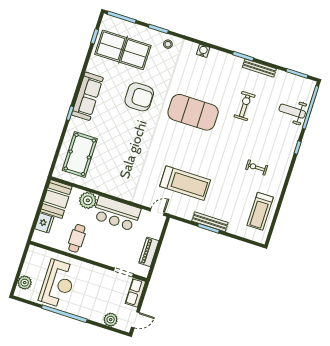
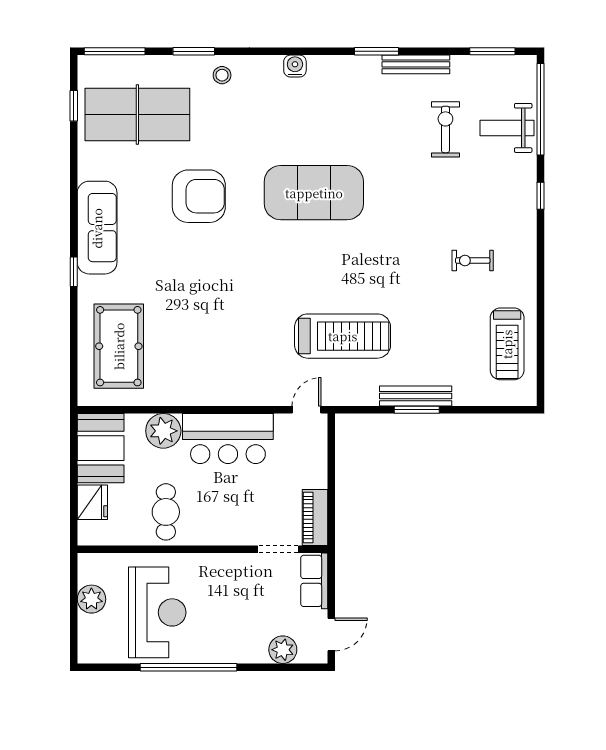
exercise bike: (245, 106) -> (445, 129), moved
piano: (149, 252) -> (315, 518), moved
plant: (25, 283) -> (91, 599), moved

